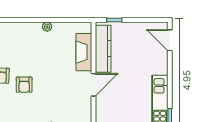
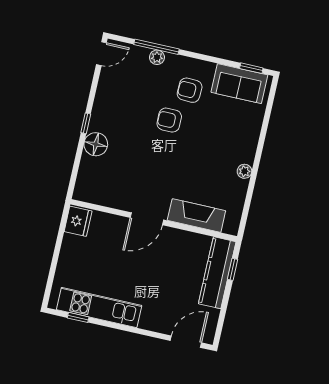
kitchen counter: (103, 49) -> (217, 273), moved, turned 90
door: (93, 85) -> (147, 219), hinge flipped

